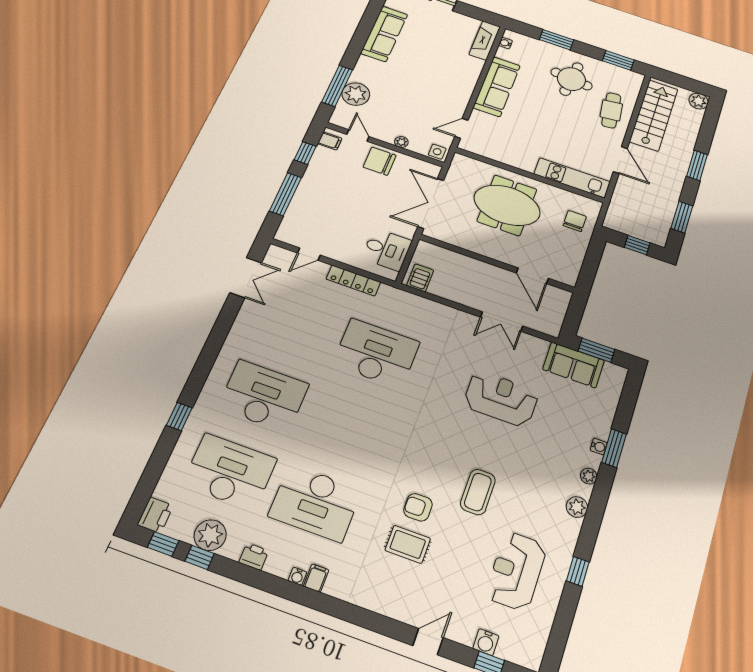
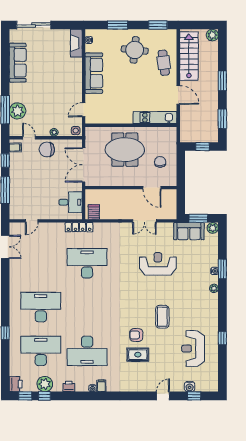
chair: (575, 221) -> (160, 162), moved
locker: (353, 281) -> (79, 227), moved
plant: (577, 507) -> (213, 228), moved

